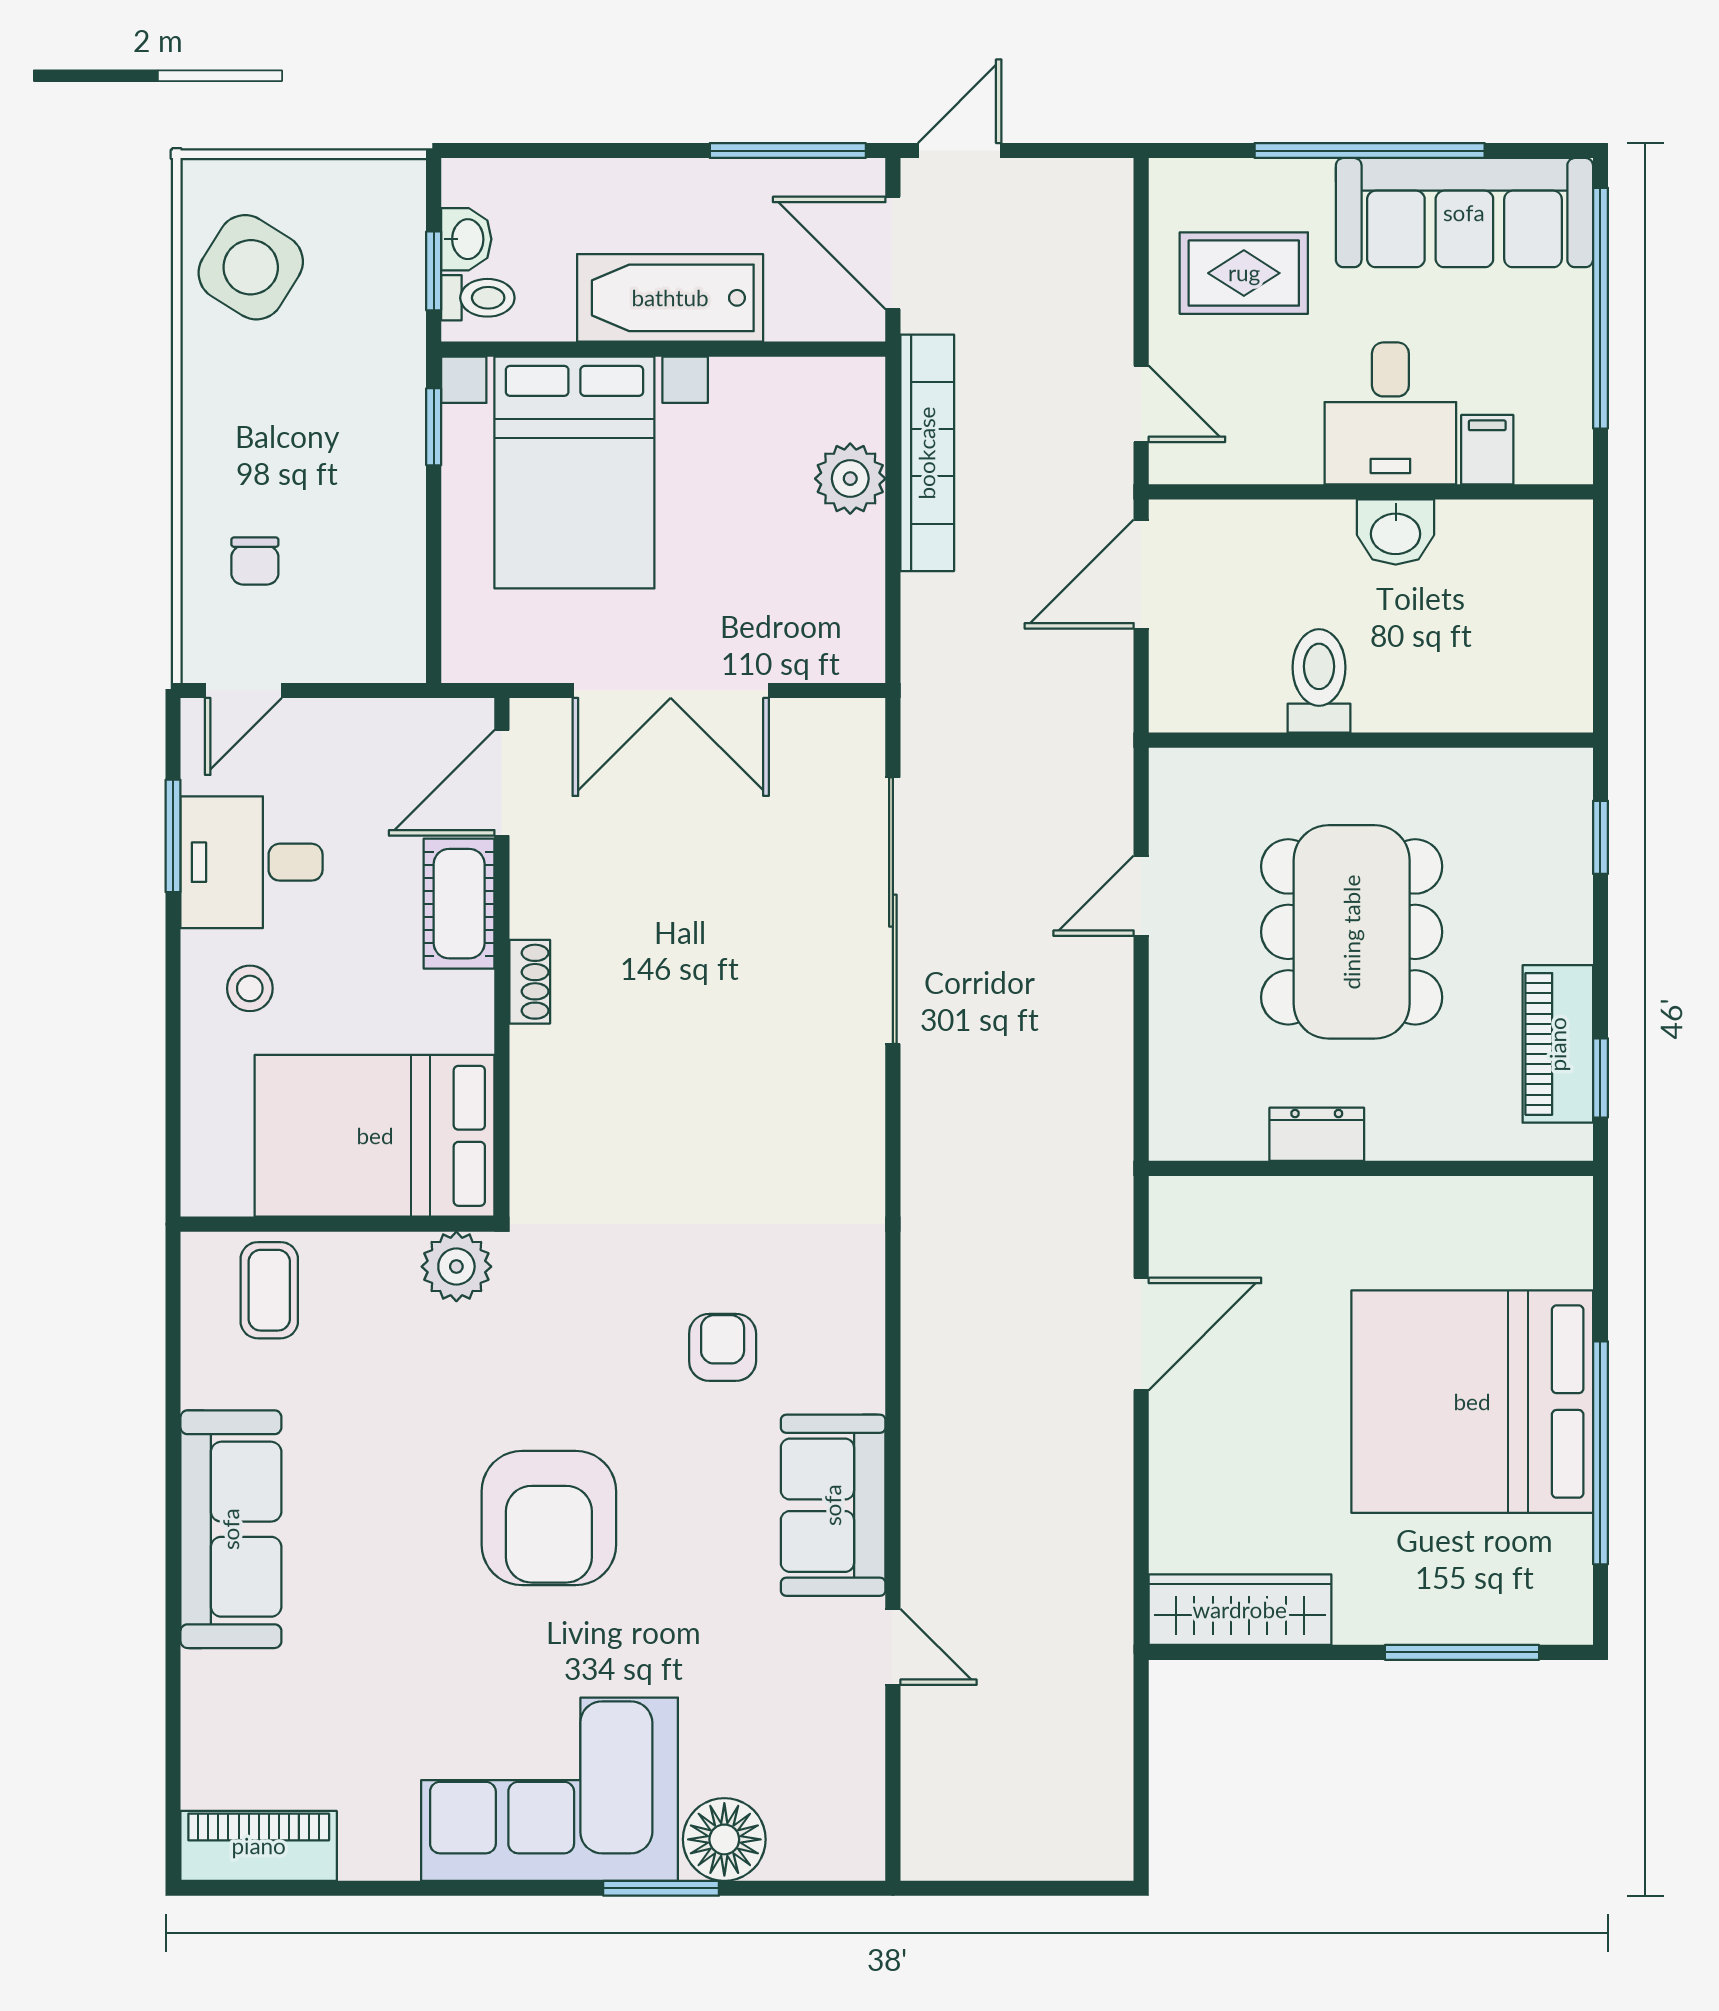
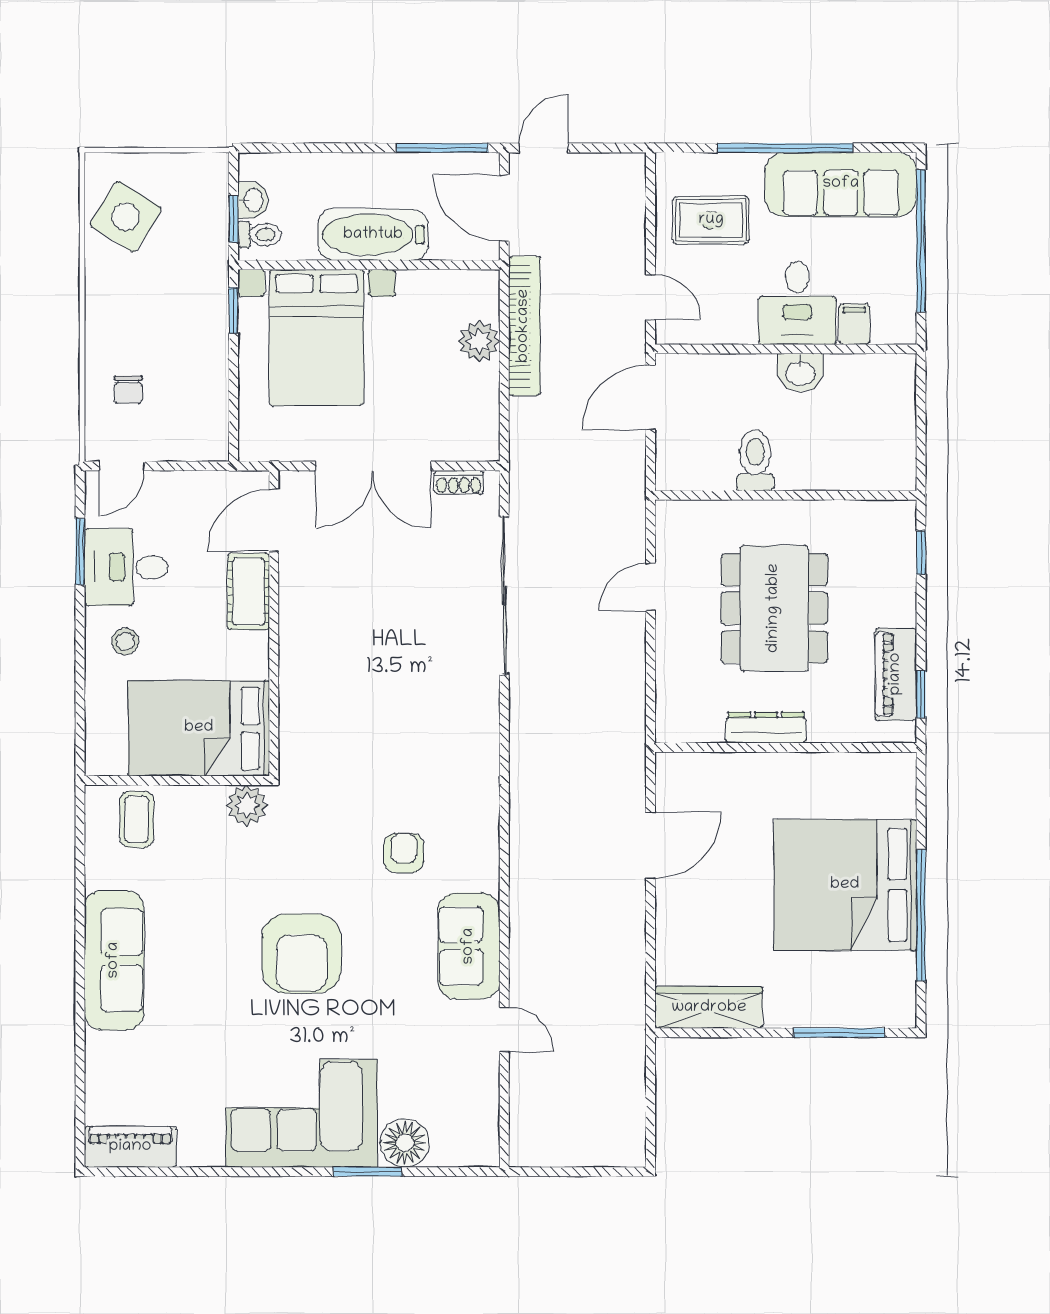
shoe rack: (530, 982) -> (459, 482), moved, turned 90
dresser: (1317, 1134) -> (766, 727), width x1.44

